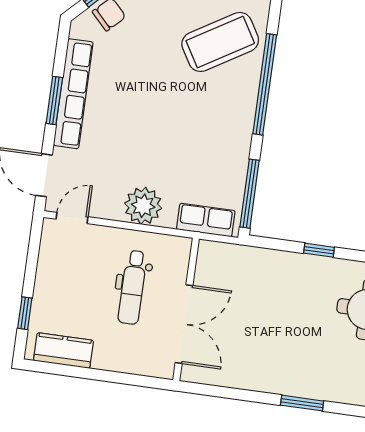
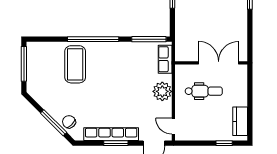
coffee table: (220, 42) -> (75, 64), turned 31

